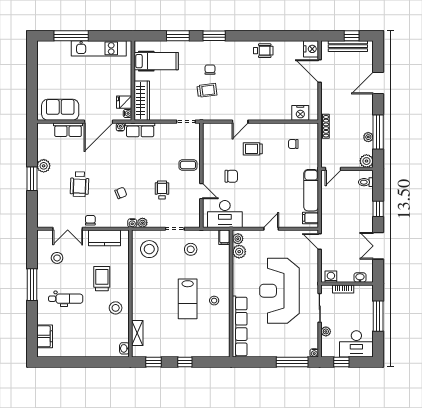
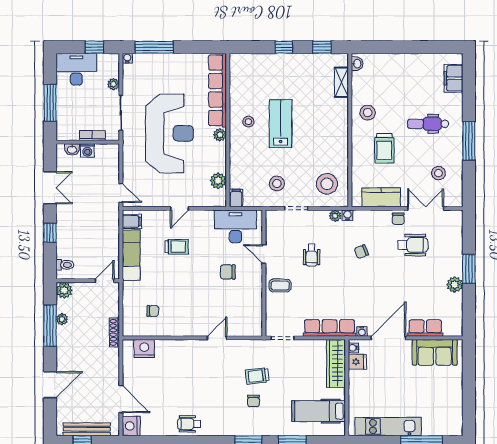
row of seats: (140, 130) -> (330, 328), width x1.48
trolley: (253, 149) -> (177, 247), moved
wheelchair: (80, 184) -> (413, 245), moved, turned 88
plant: (238, 239) -> (220, 135), moved
washing machine: (331, 277) -> (87, 150), moved

